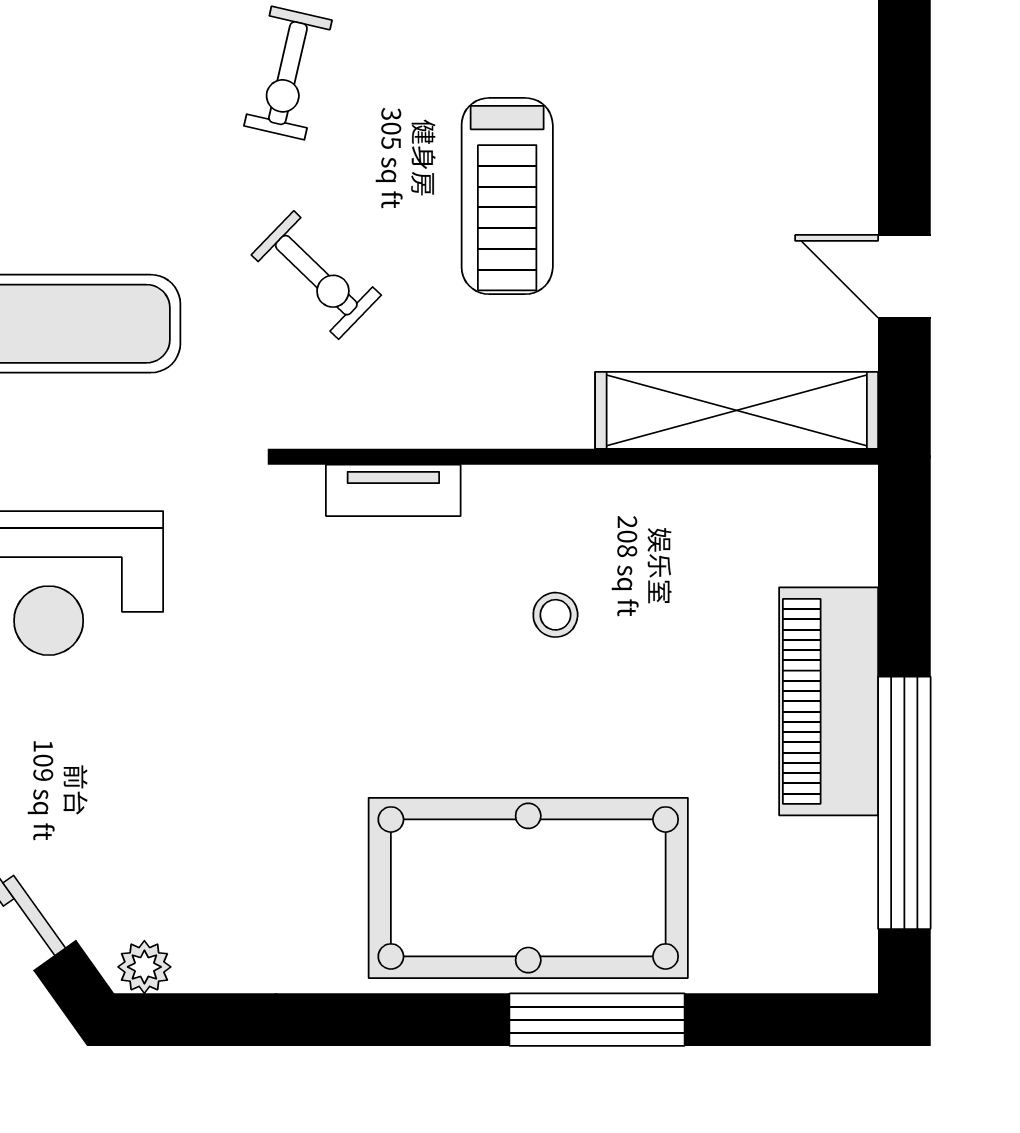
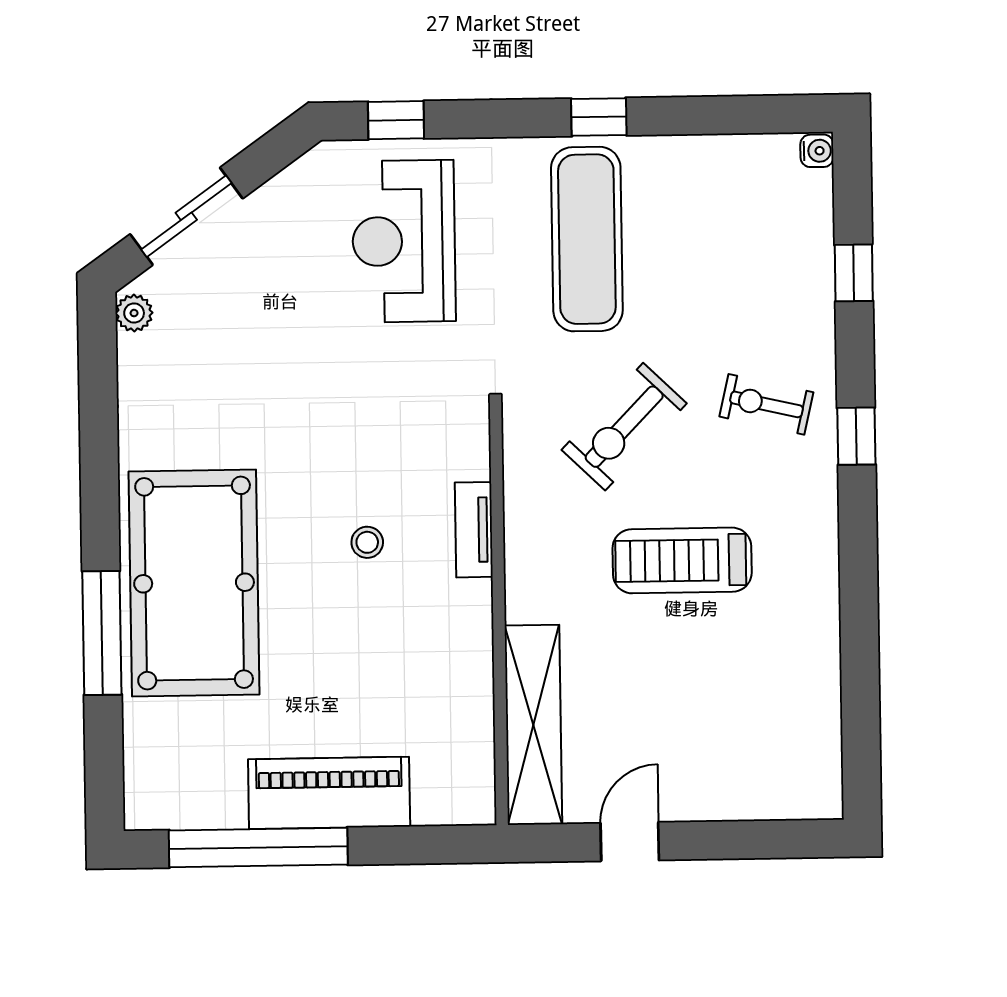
exercise bike: (316, 275) -> (624, 427), width x1.38, depth x1.39
tv unit: (393, 490) -> (474, 530), moved
stool: (555, 615) -> (367, 542), moved

